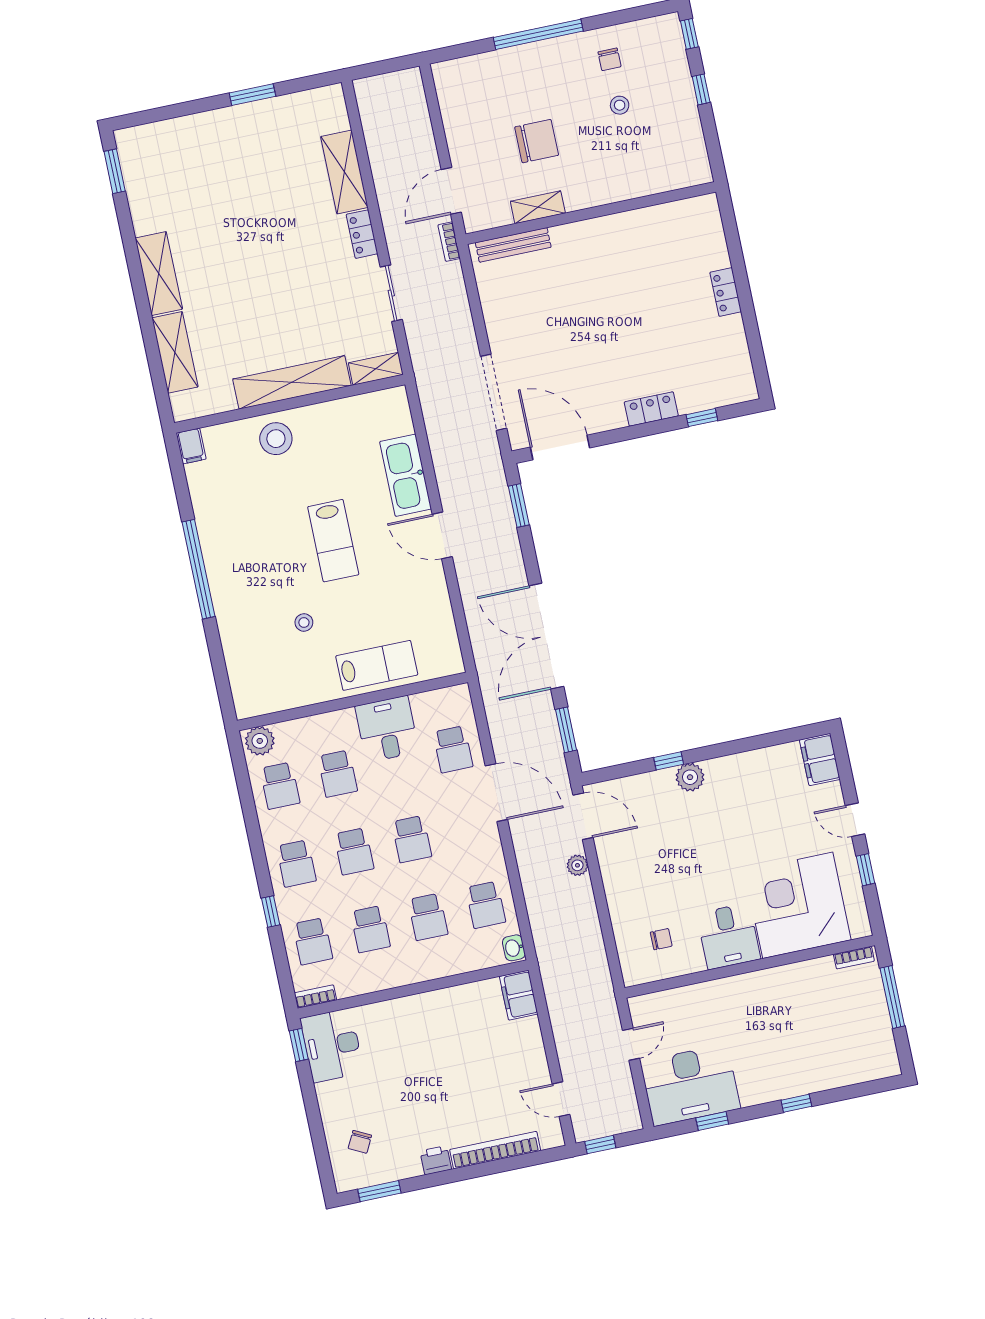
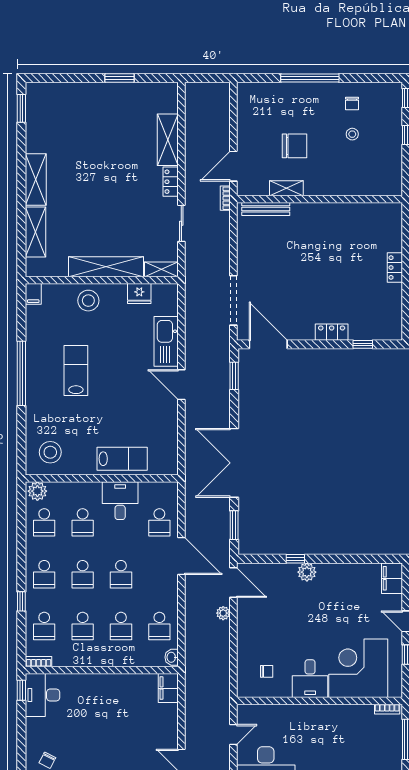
fridge: (350, 412) -> (139, 294), added
lab bench: (333, 541) -> (76, 371), moved, turned 180
stool: (304, 622) -> (50, 452), moved, width x1.89, depth x1.89

